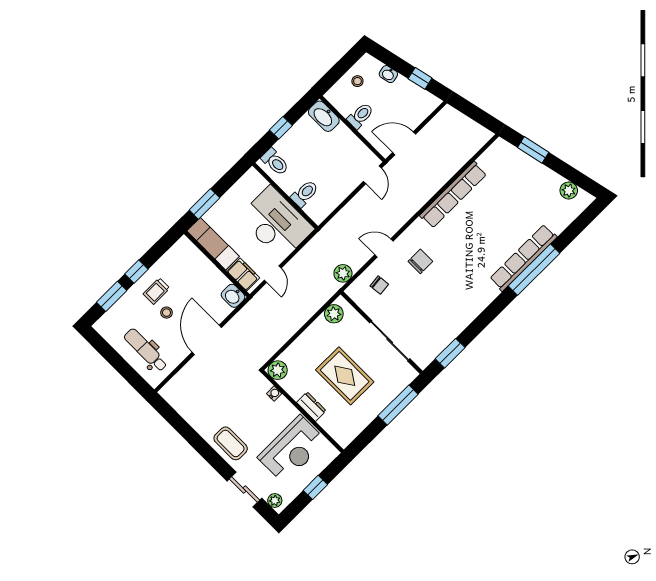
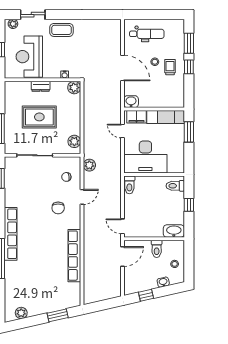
toilet: (305, 194) -> (129, 185), moved
row of seats: (523, 258) -> (11, 234), moved

